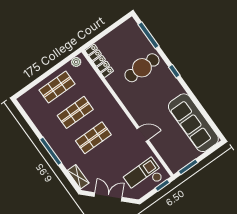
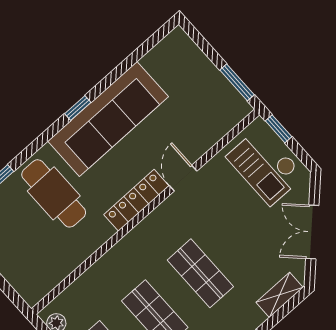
locker: (99, 61) -> (136, 200), moved
window: (174, 71) -> (78, 108), moved
sofa: (193, 123) -> (108, 119), moved

